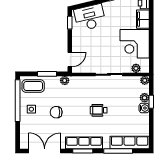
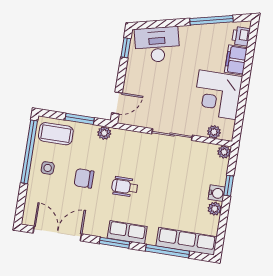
plant: (145, 98) -> (215, 209), moved
wheelchair: (99, 110) -> (125, 187), moved
row of seats: (84, 143) -> (127, 232), width x0.68

